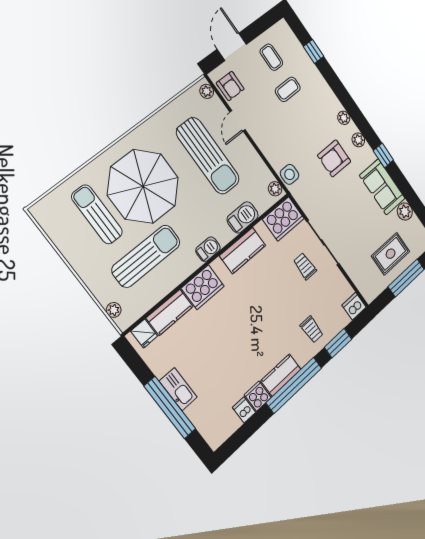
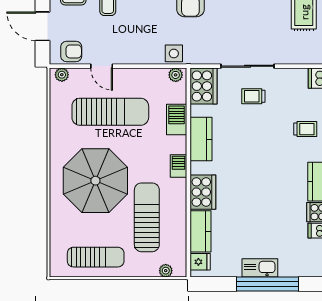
sun lounger: (97, 214) -> (96, 257), moved, turned 180

